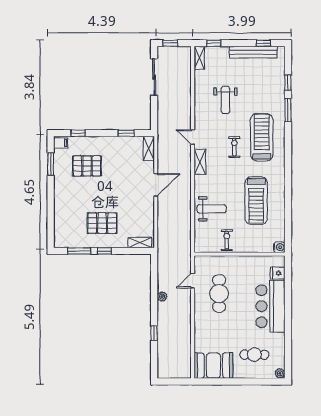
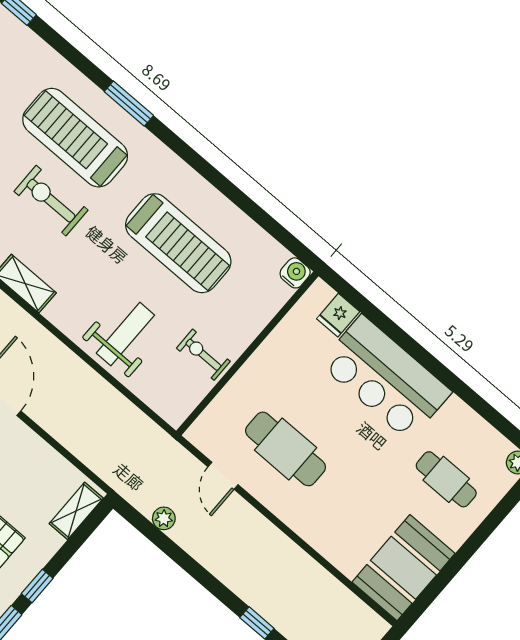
window: (288, 110) -> (129, 103), moved
exercise bike: (234, 147) -> (51, 201), width x1.38, depth x1.39
plant: (162, 297) -> (164, 518), moved
cafe table: (254, 355) -> (446, 479), turned 90

